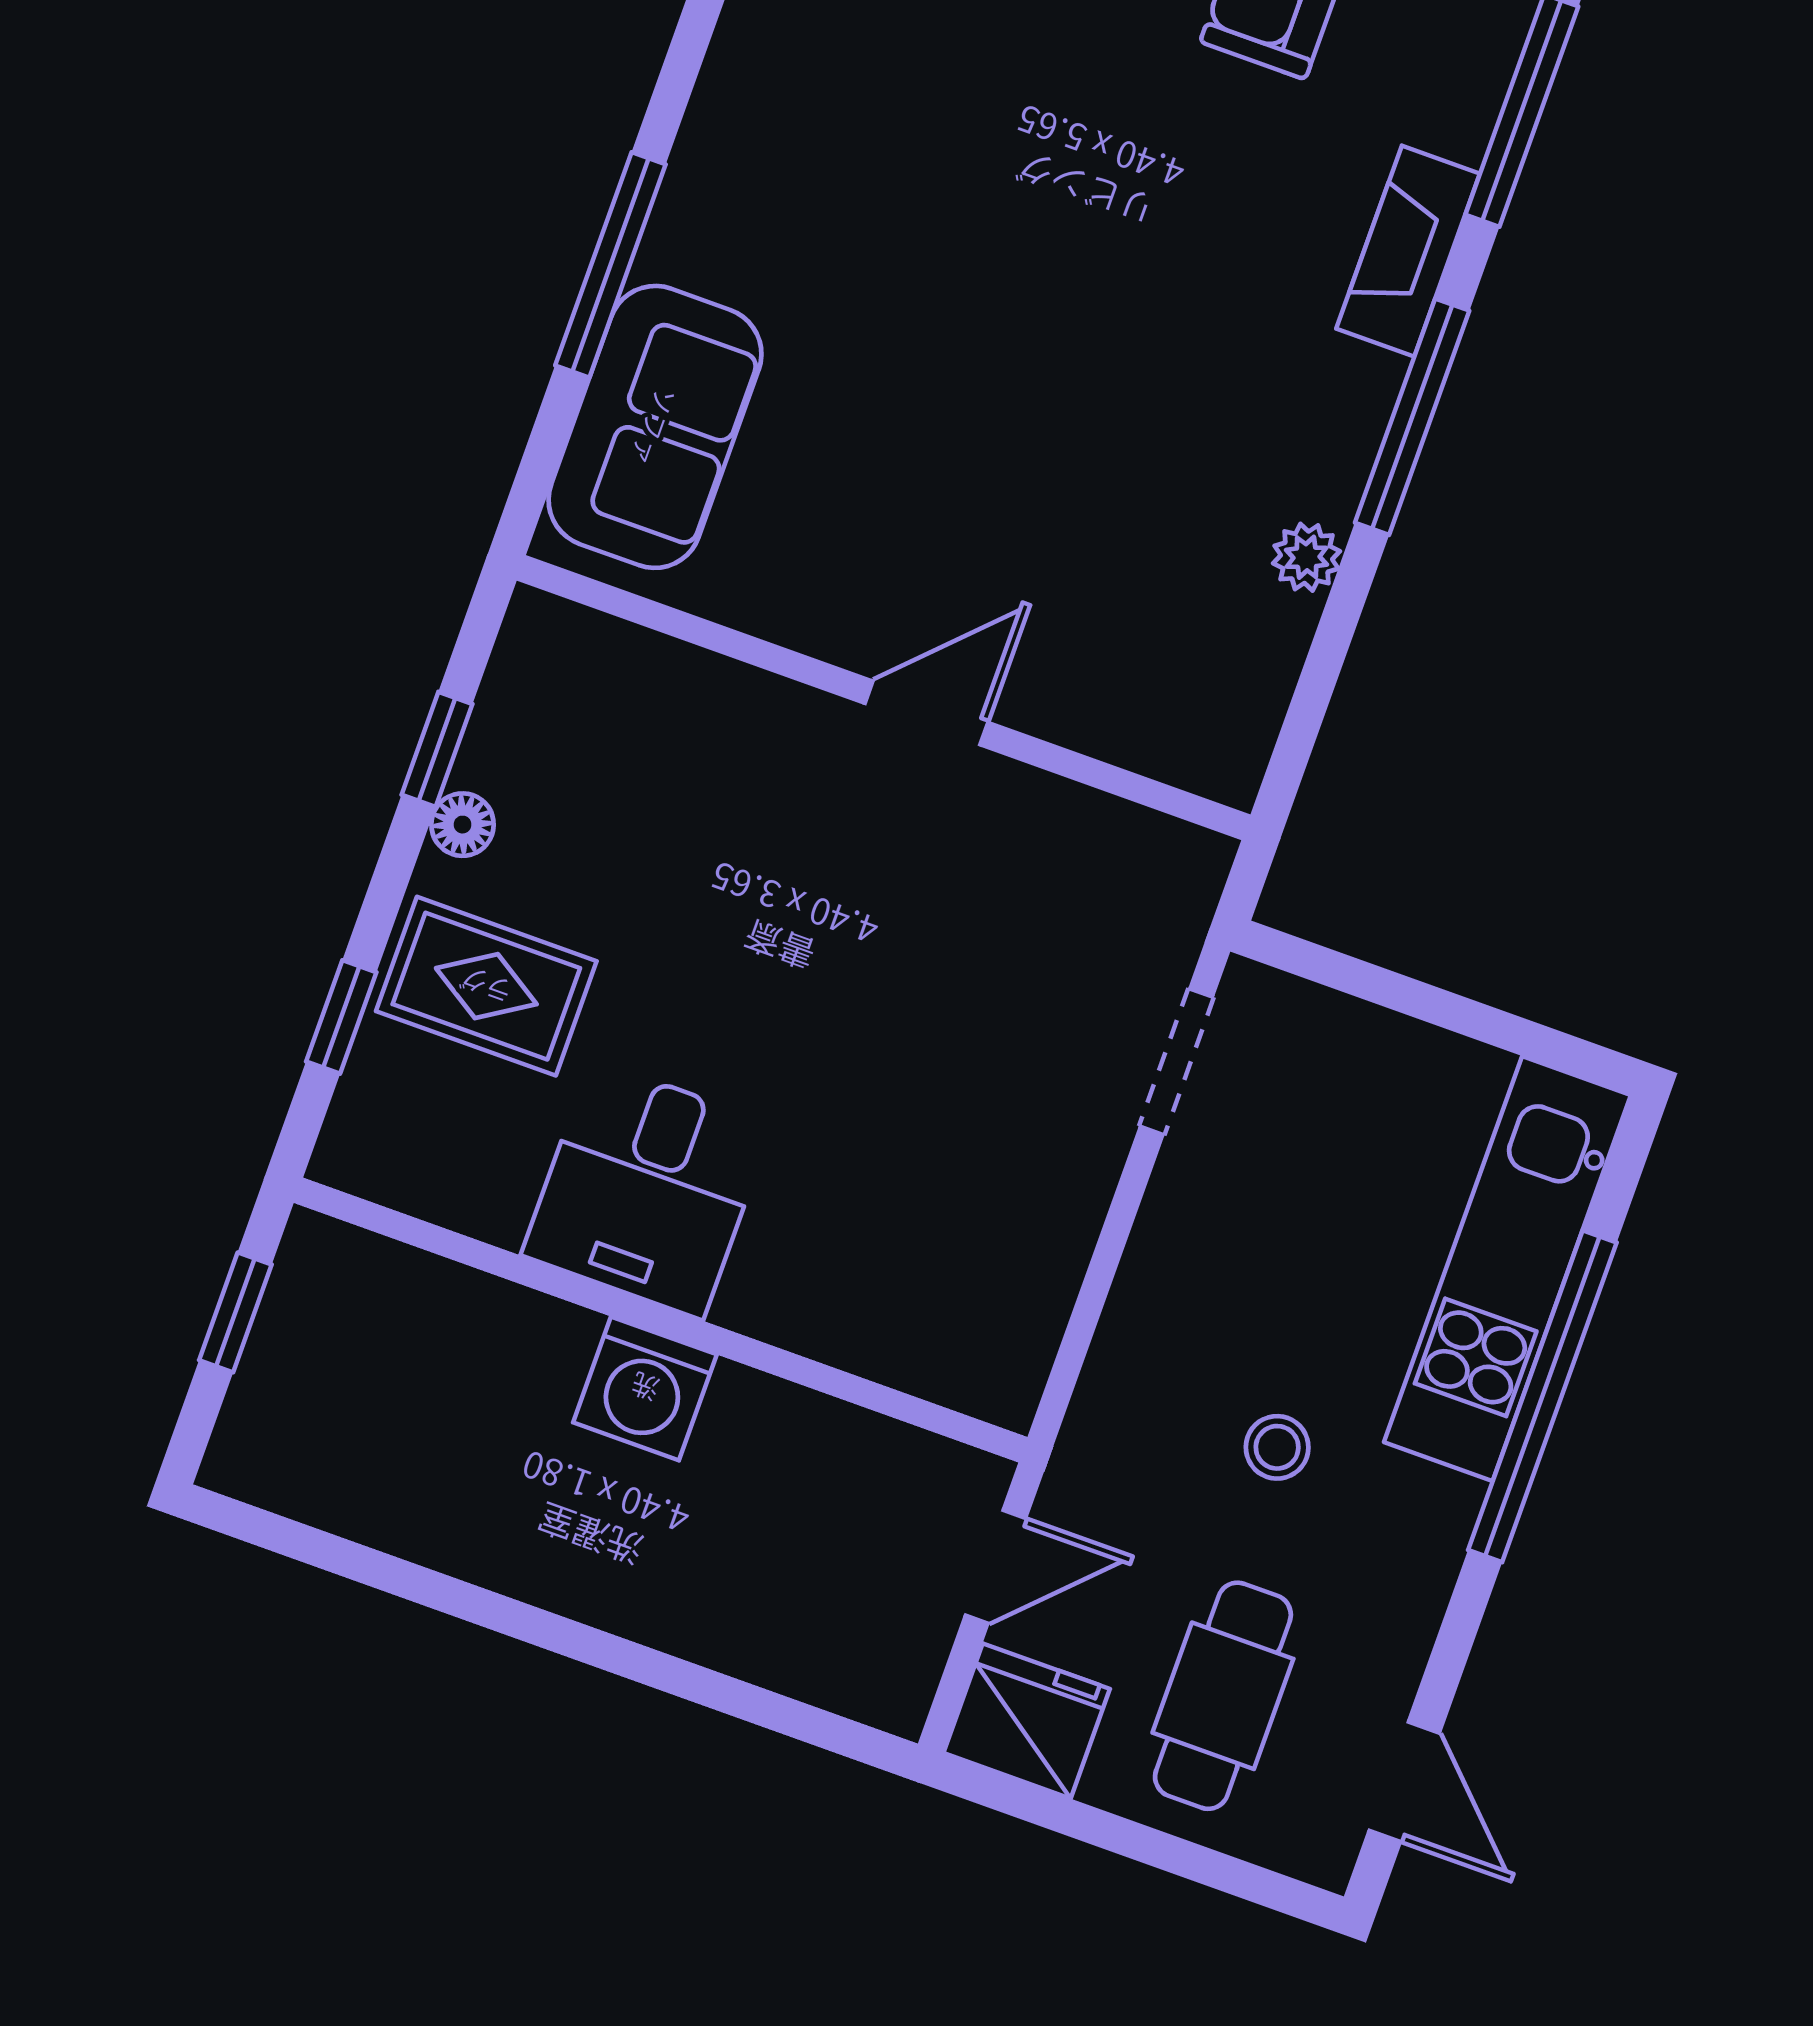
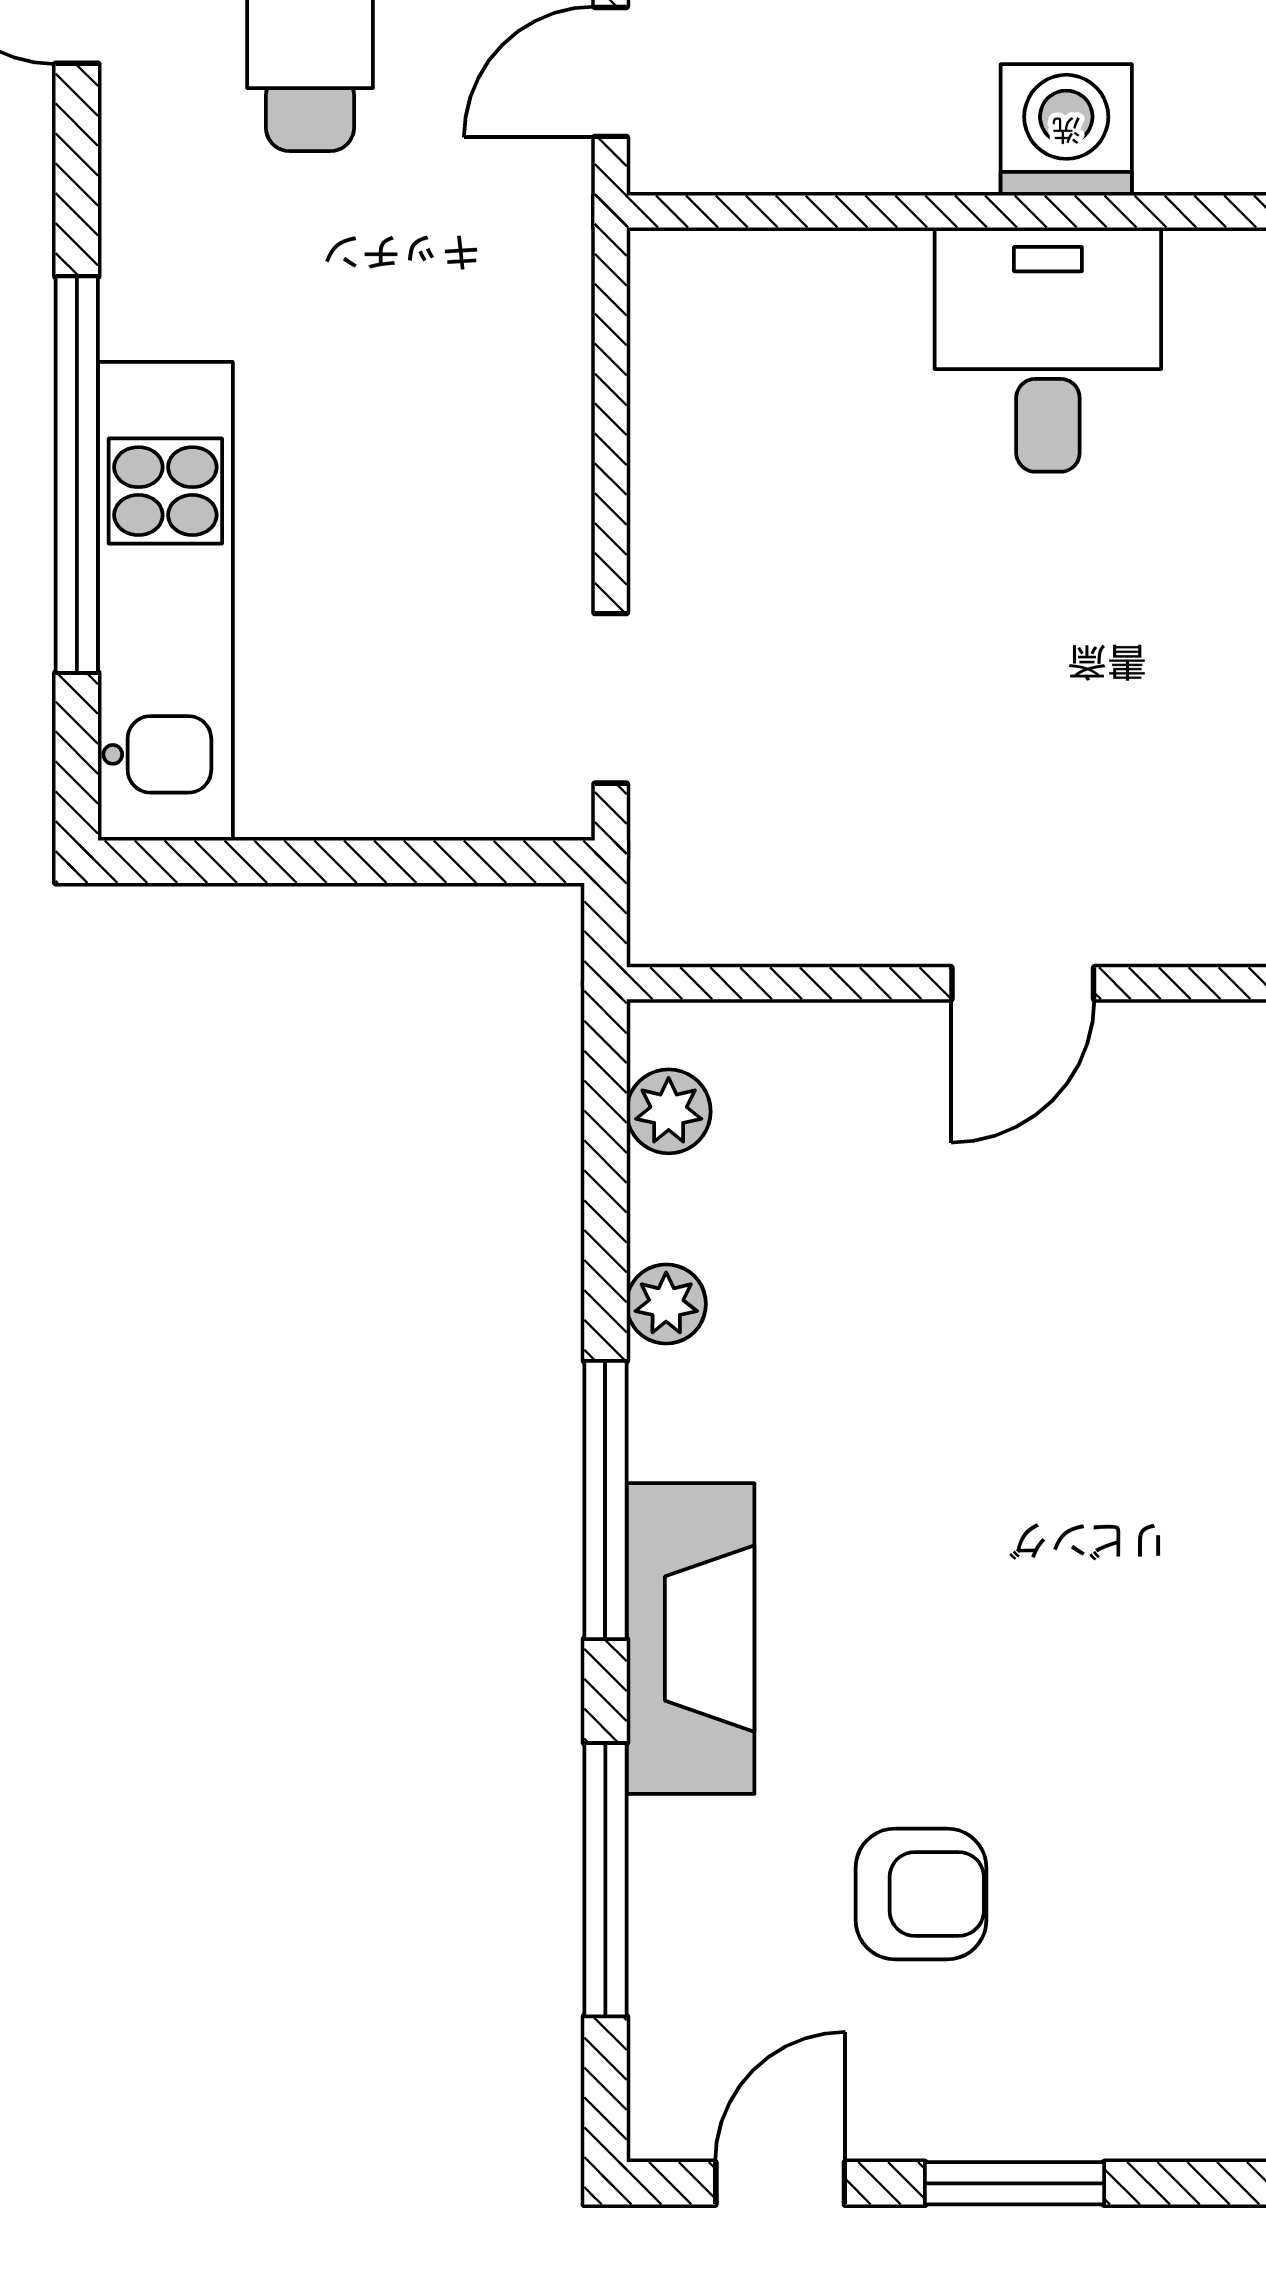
fireplace: (1408, 251) -> (690, 1639), width x1.37, depth x1.32
plant: (1249, 712) -> (669, 1111), added
desk: (647, 1189) -> (1048, 350), moved
stool: (1277, 1447) -> (348, 314), removed

